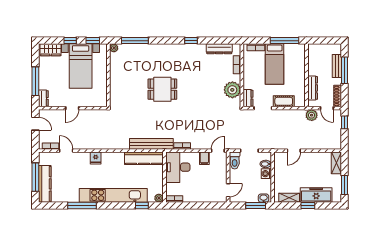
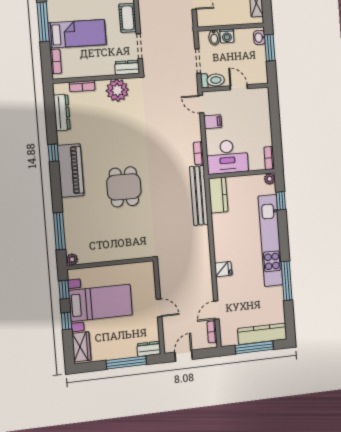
piano: (177, 52) -> (71, 170), added
kitchen counter: (144, 158) -> (218, 195), width x0.67
door: (228, 190) -> (239, 87), moved

